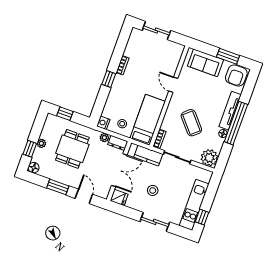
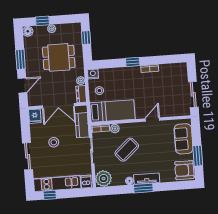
sliding door: (156, 30) -> (193, 94), moved
tv unit: (230, 111) -> (147, 179), width x0.71
window: (236, 123) -> (143, 188), width x0.47
plant: (166, 125) -> (115, 129), added
dishwasher: (205, 176) -> (86, 182), added

